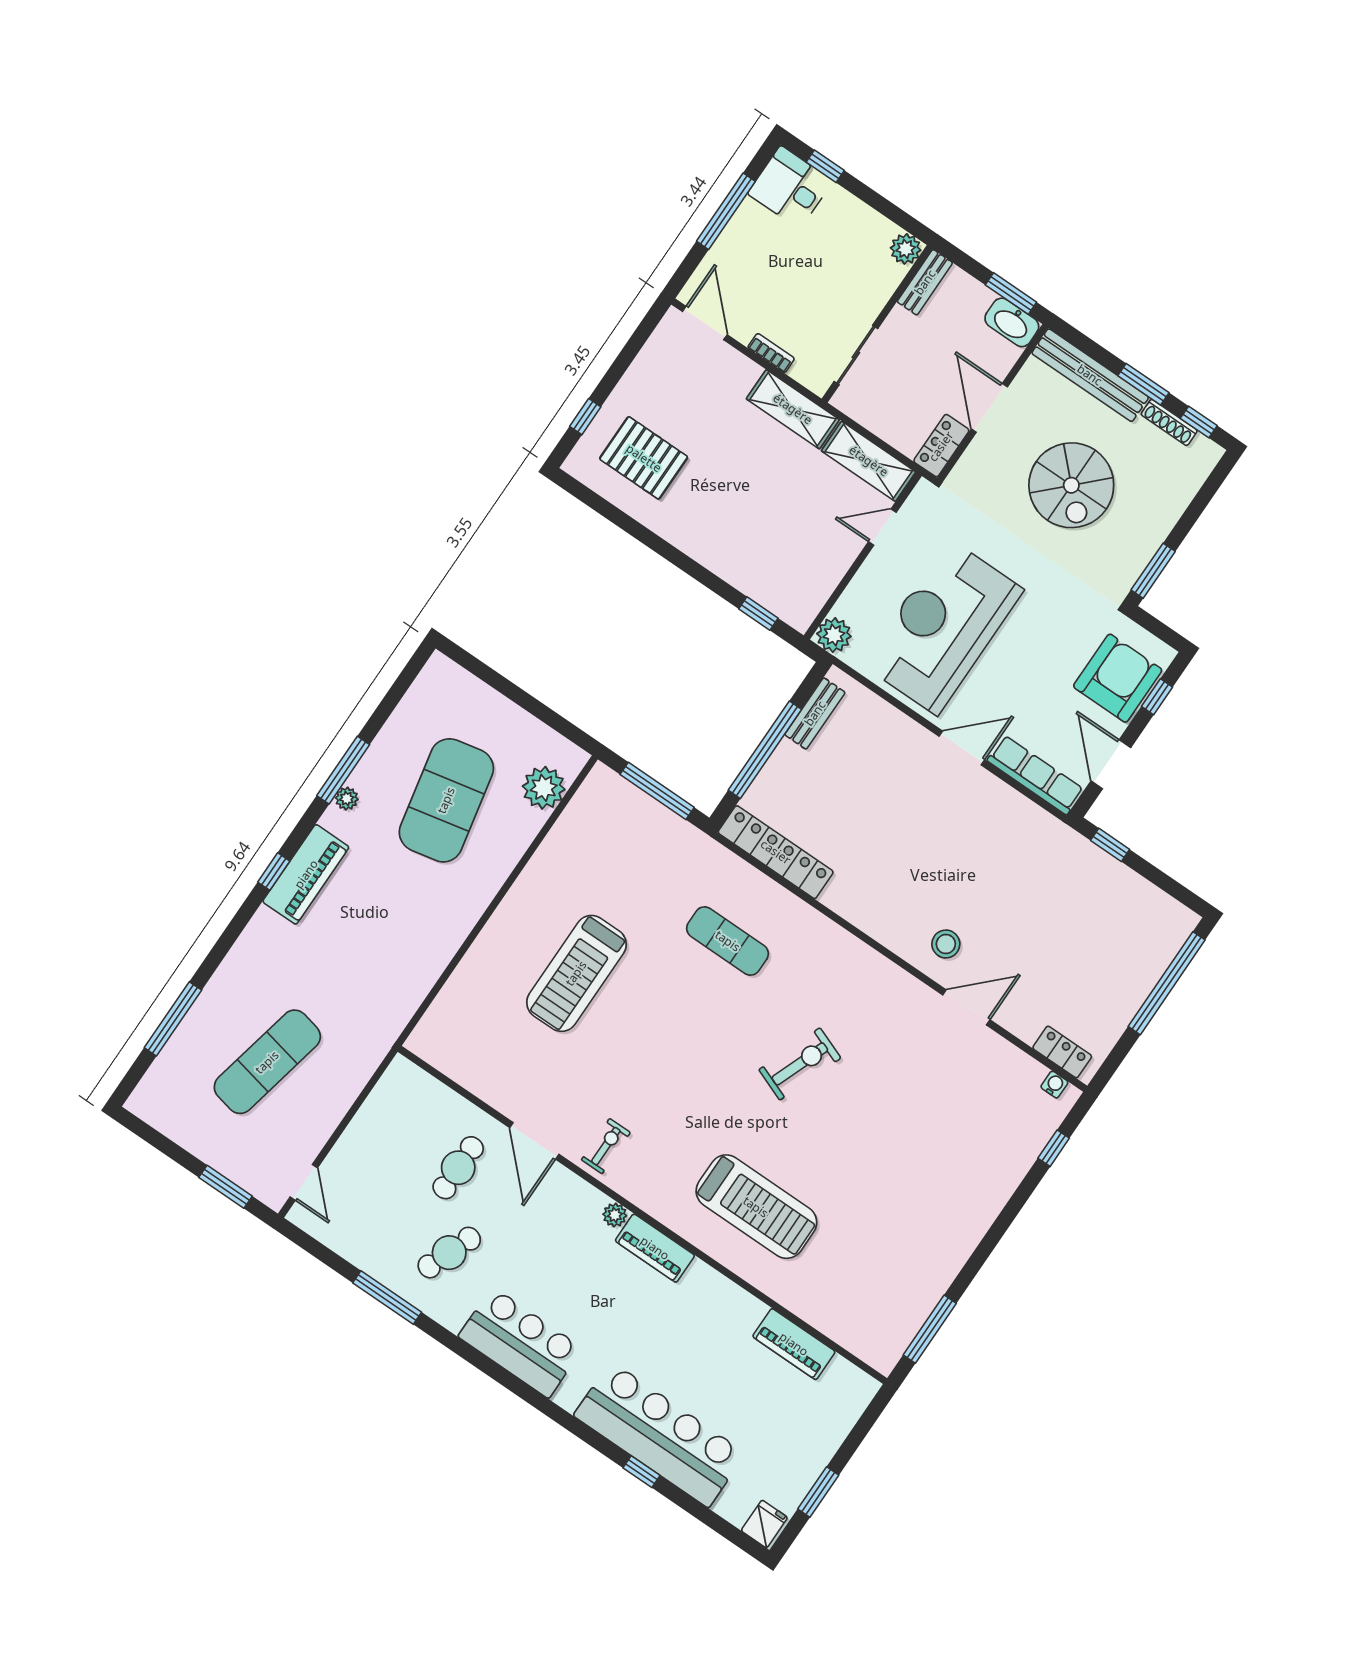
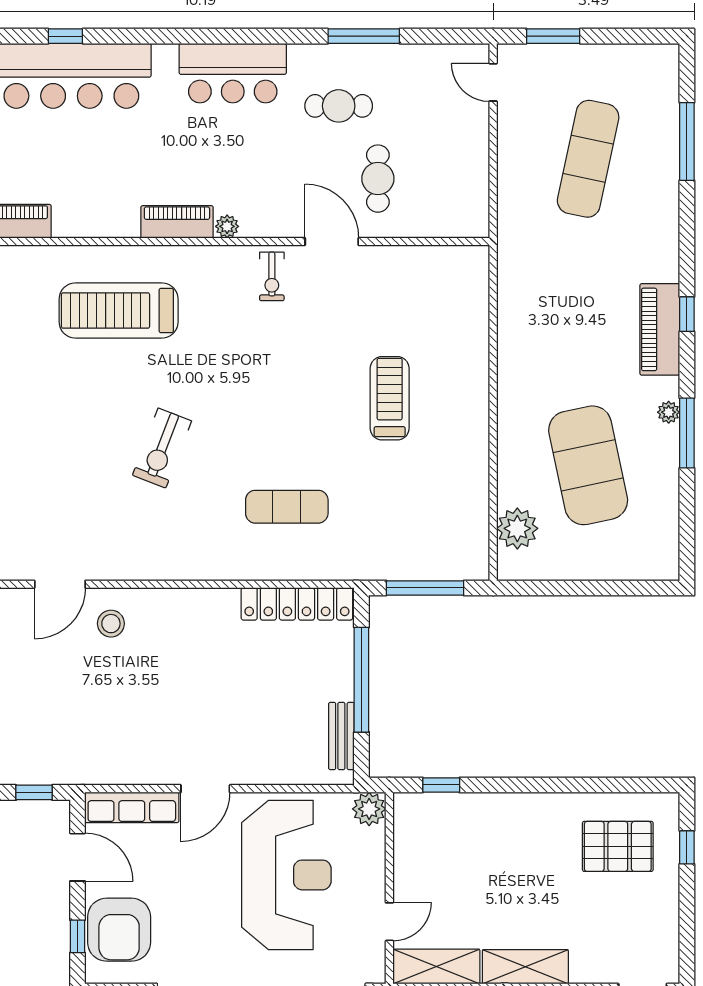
treadmill: (576, 973) -> (390, 398), width x0.73, depth x0.73
cafe table: (449, 1253) -> (339, 106), turned 69

